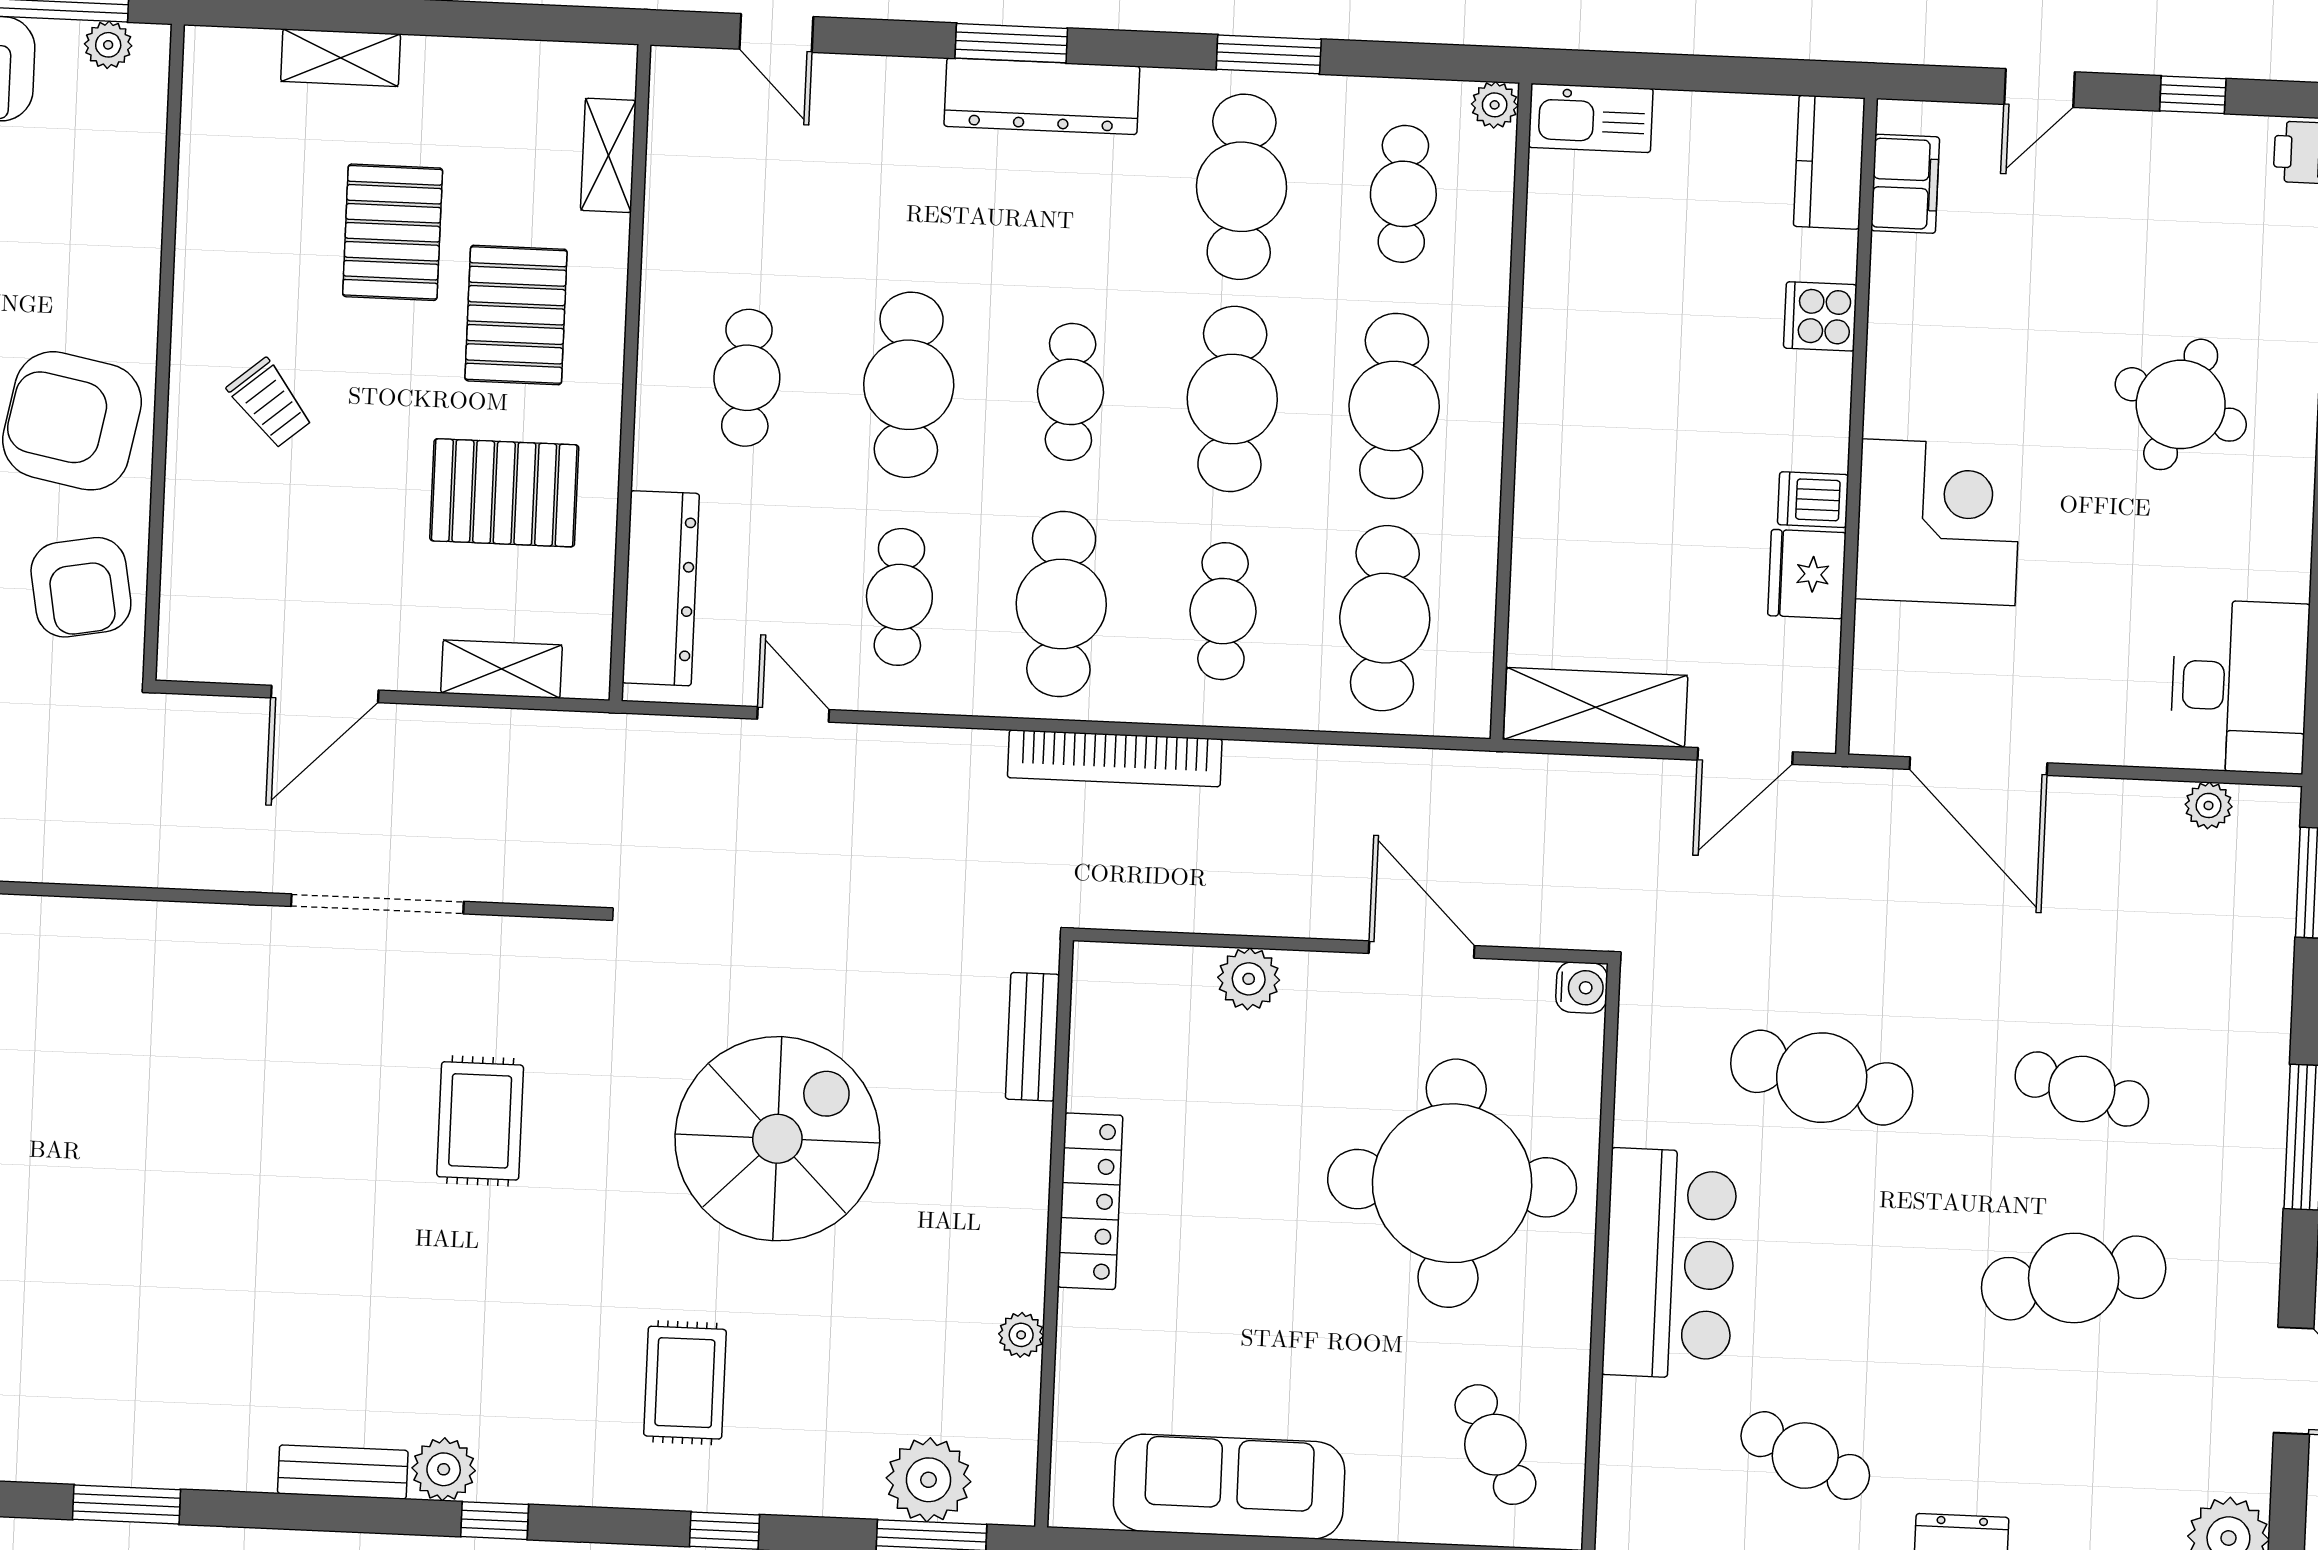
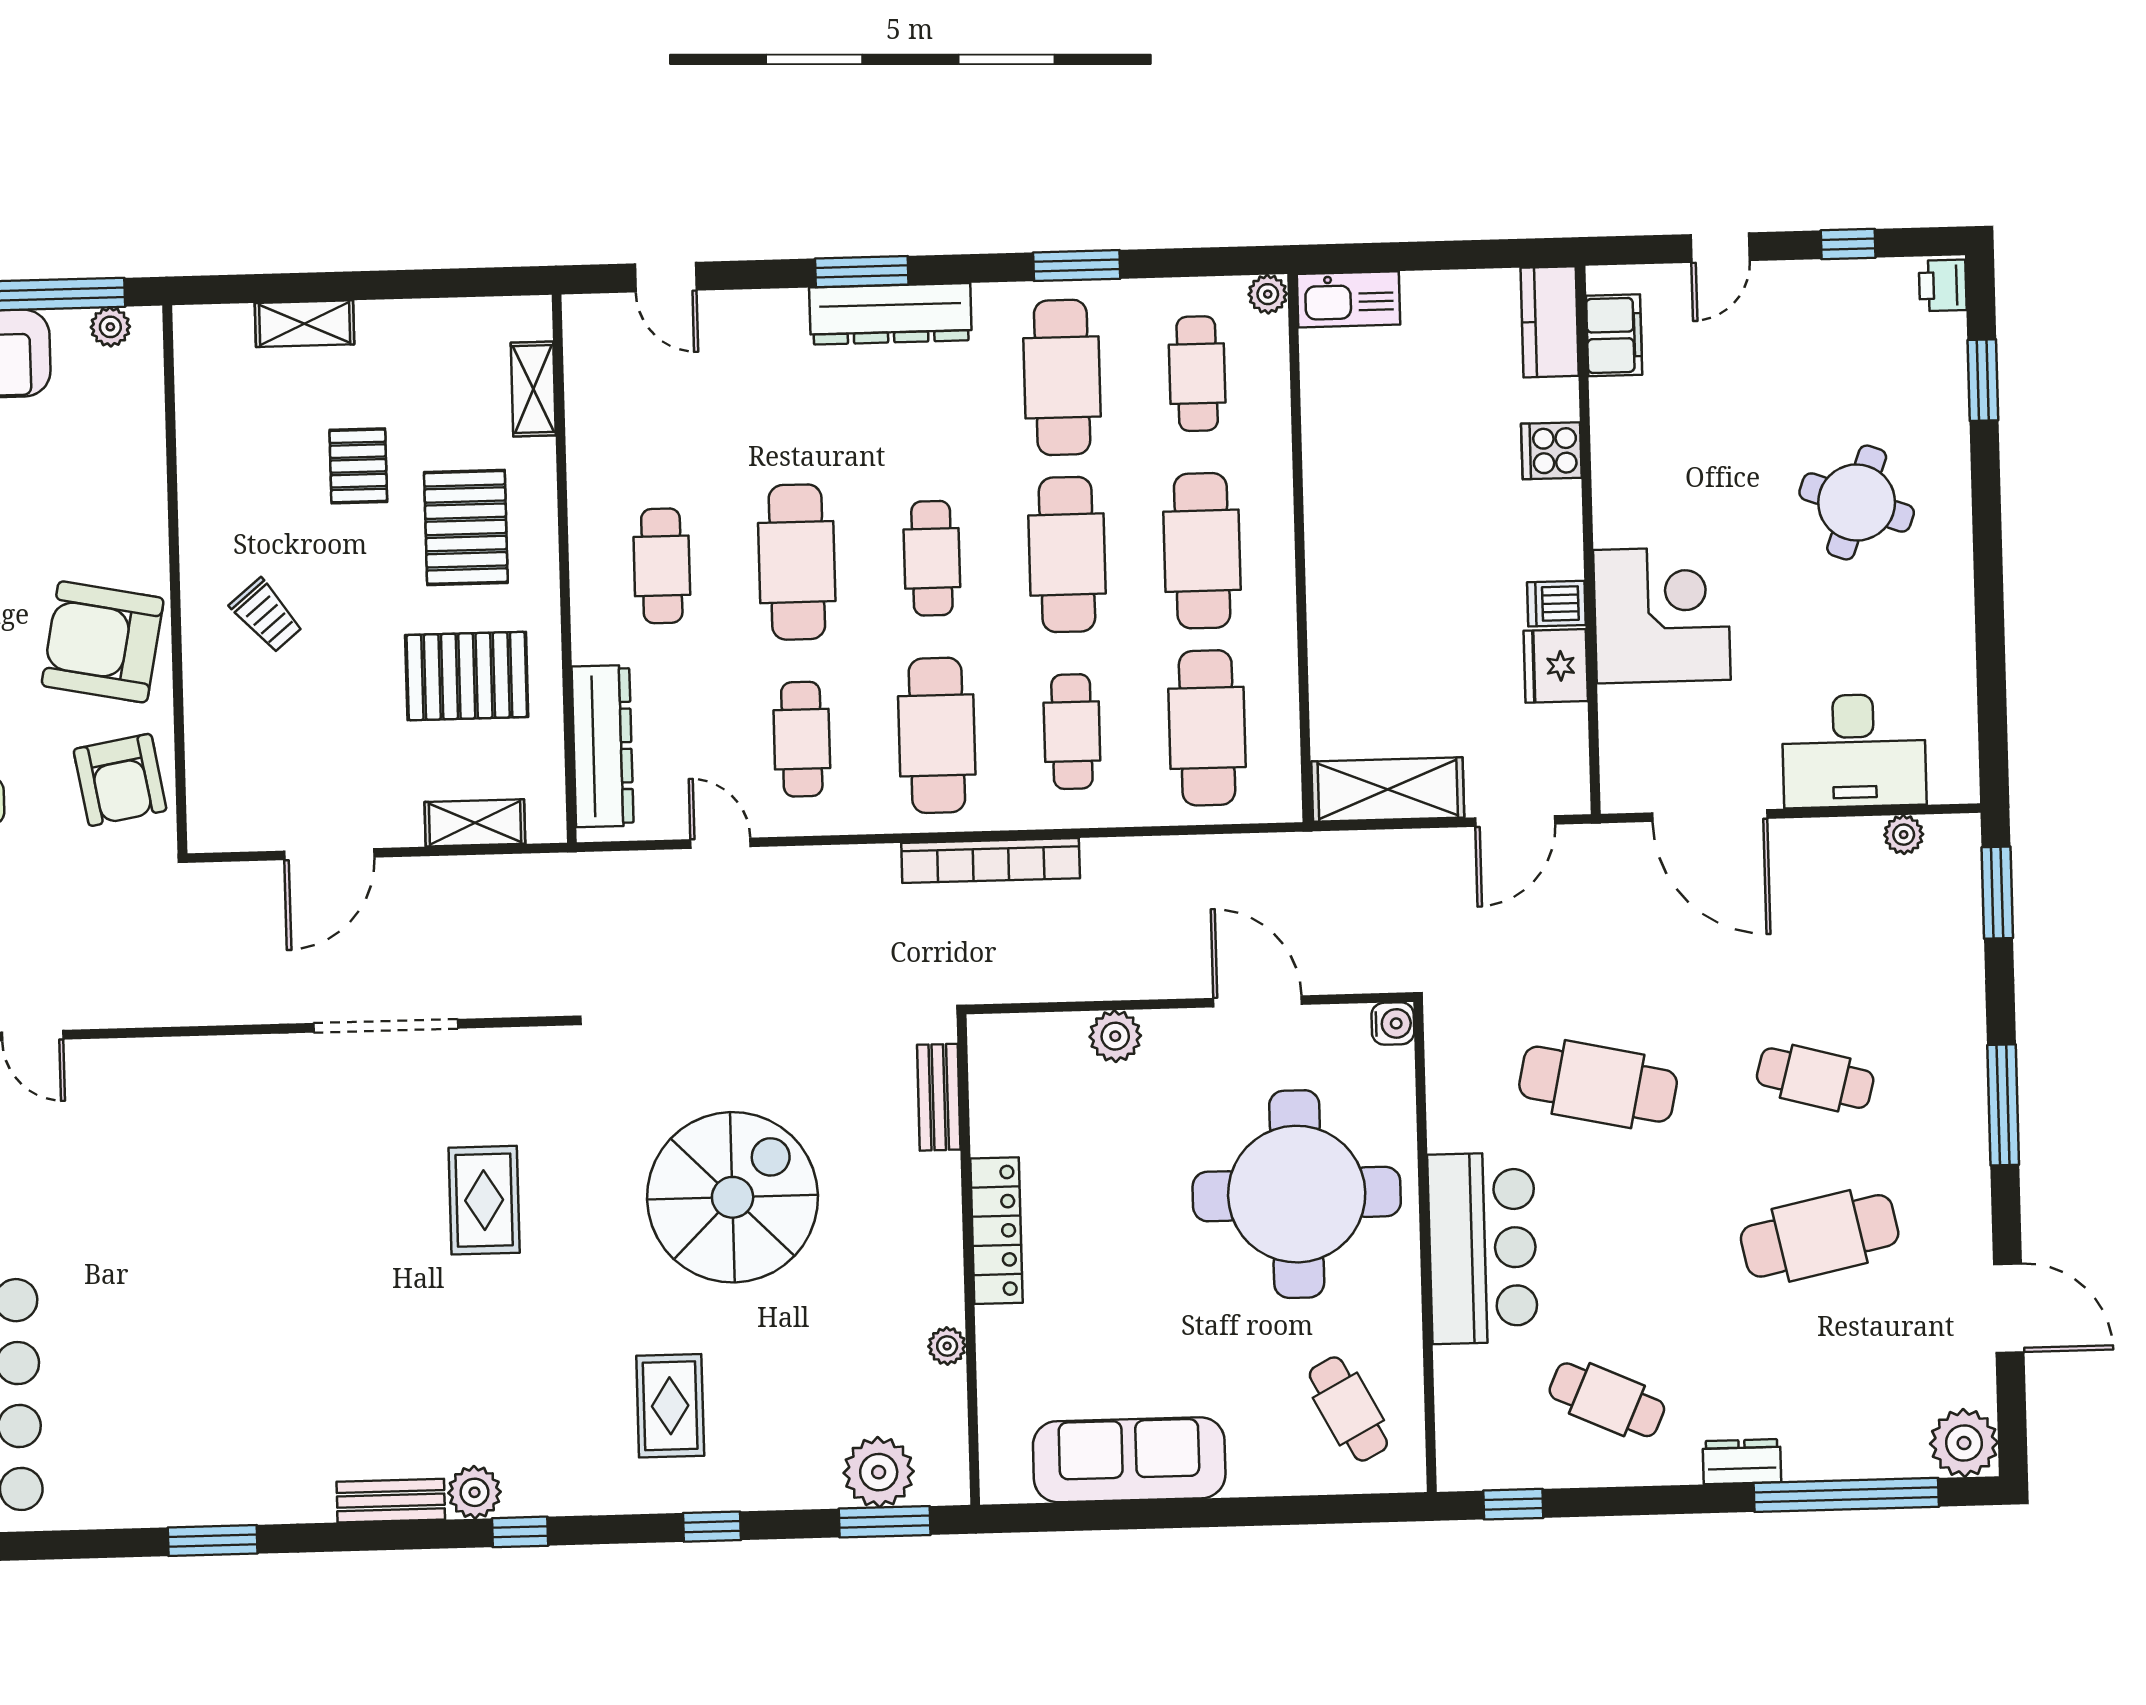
pallet: (393, 232) -> (358, 466), width x0.67, depth x0.71
desk: (2240, 686) -> (1854, 751), moved, turned 90

